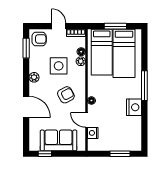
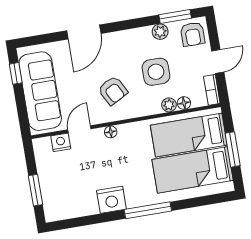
plant: (34, 77) -> (160, 32), moved
sofa: (58, 140) -> (40, 91), width x1.36

